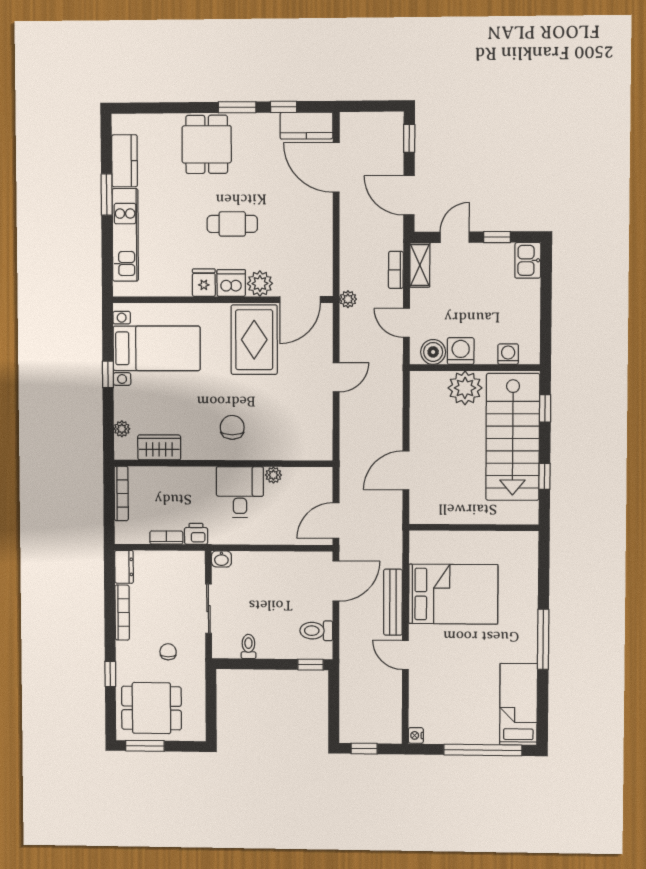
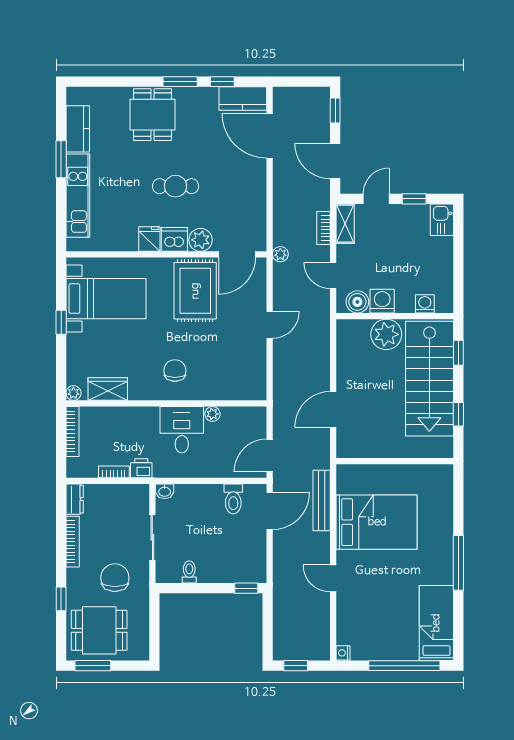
plant: (122, 429) -> (73, 393), moved
bench: (393, 602) -> (322, 500), moved
toilet: (316, 631) -> (233, 499), moved, turned -90
chair: (168, 652) -> (115, 578), width x1.87, depth x1.87

